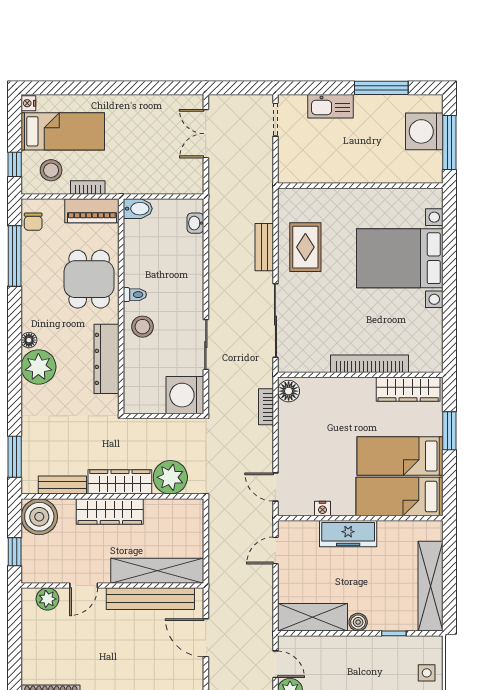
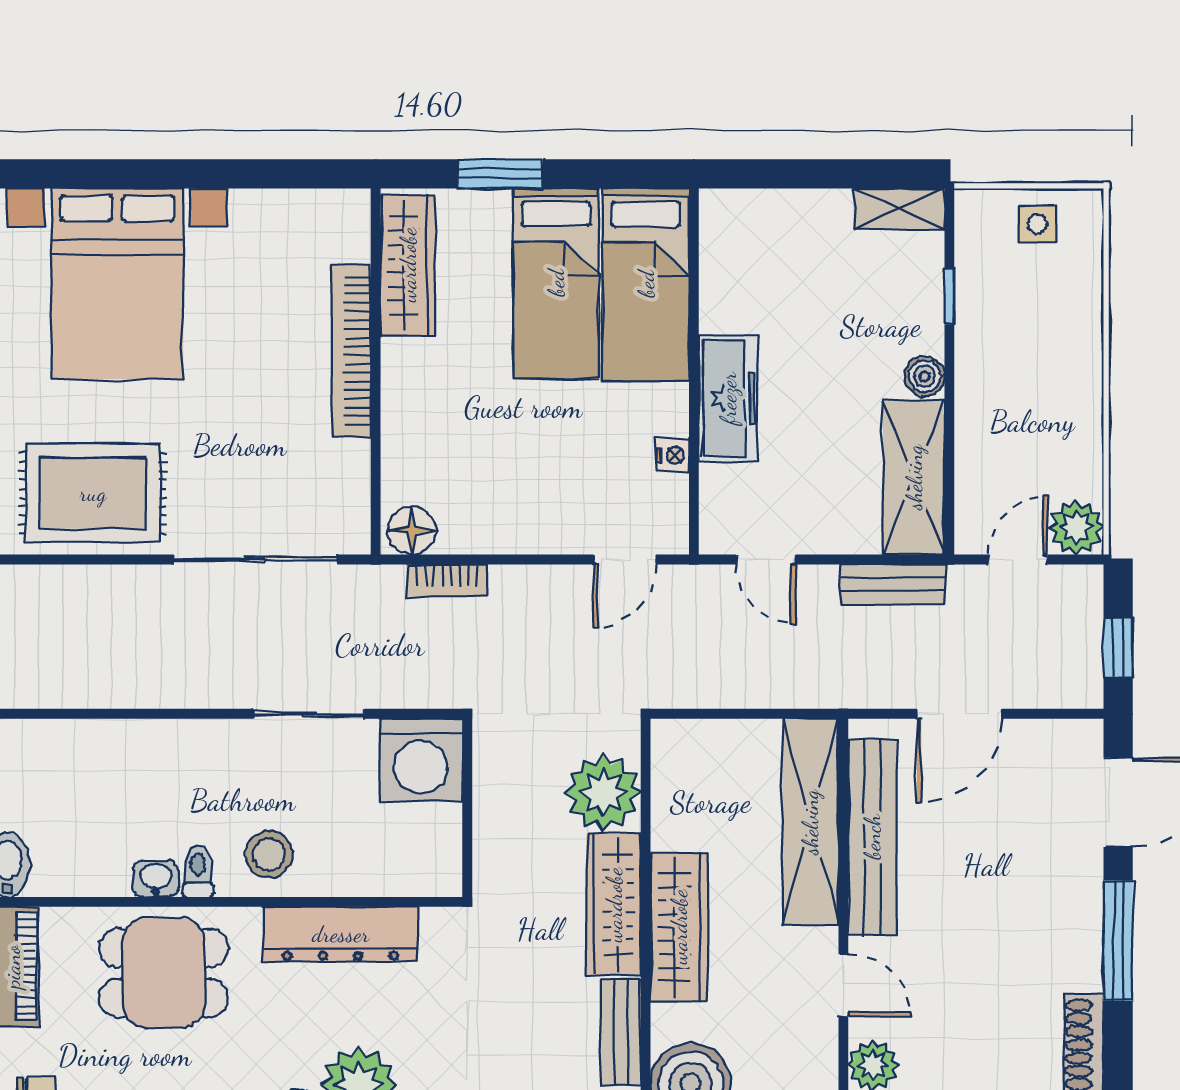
washbasin: (195, 223) -> (156, 879), moved, turned 180
bench: (264, 247) -> (893, 585), moved
rug: (305, 247) -> (93, 493), width x1.36, depth x1.43
shelving: (431, 586) -> (899, 209), width x0.45, depth x0.75

